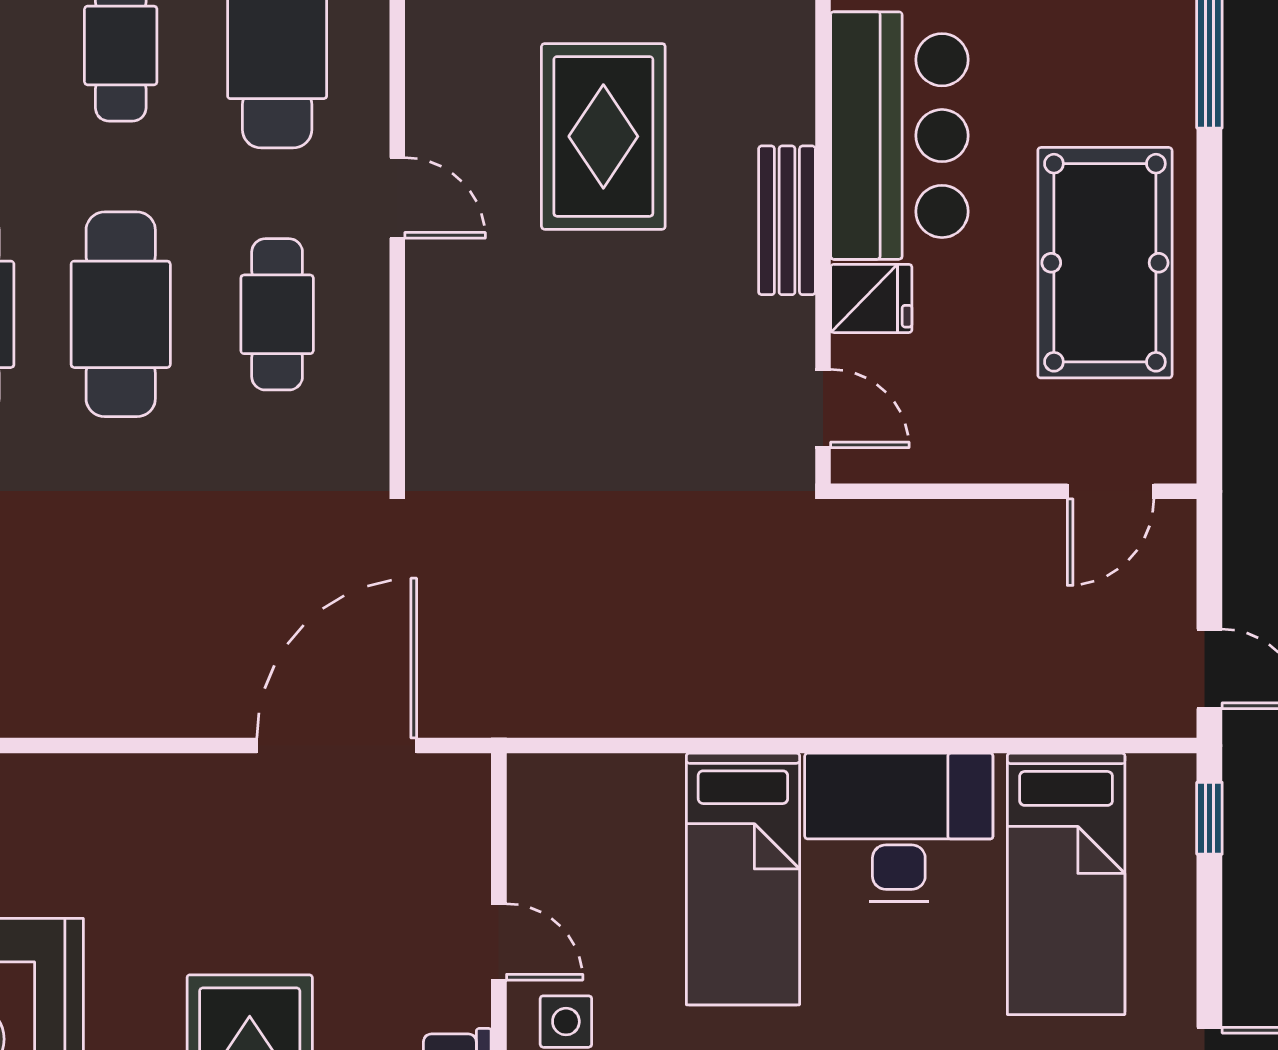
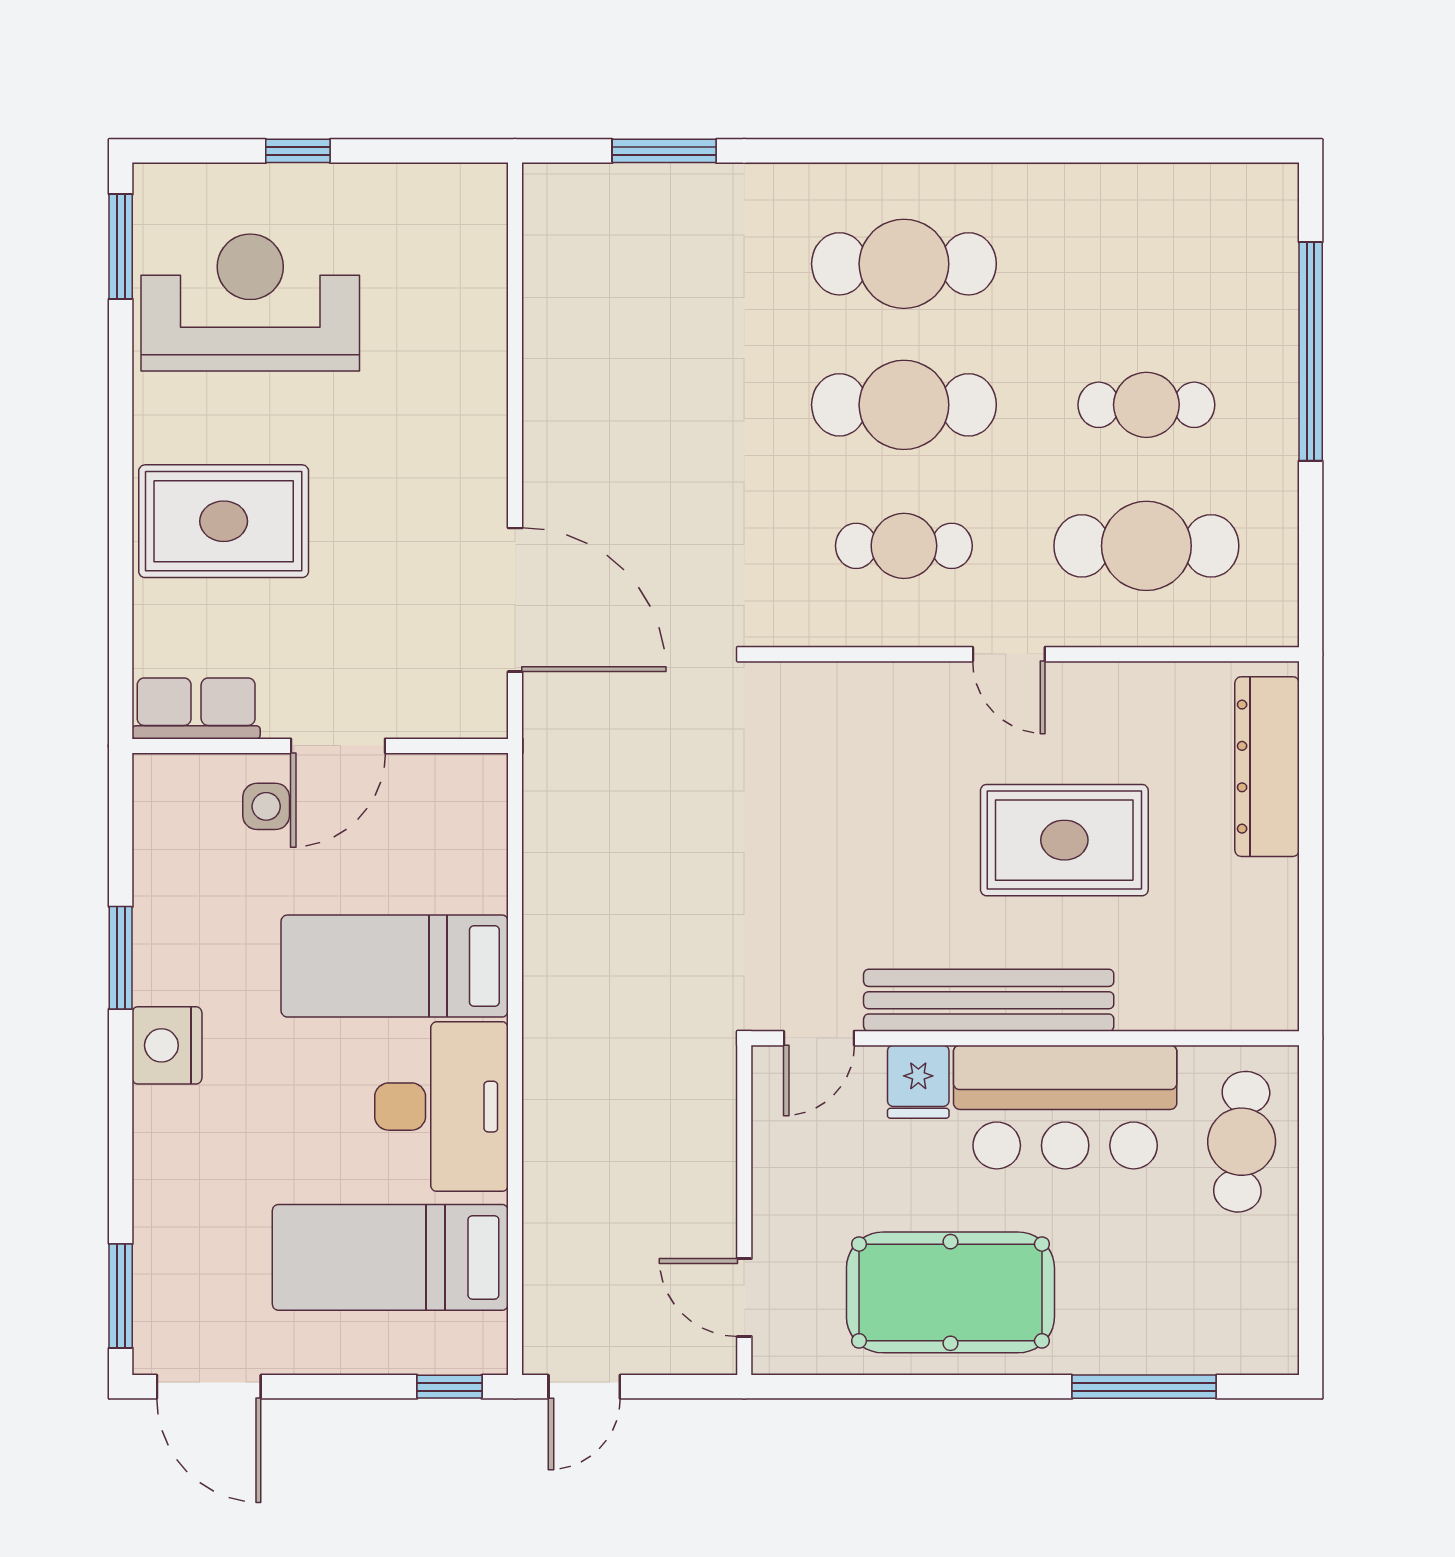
door: (397, 198) -> (1009, 654), hinge flipped
bench: (787, 220) -> (989, 1000), width x1.86, depth x1.21
door: (499, 942) -> (338, 746), width x1.38

